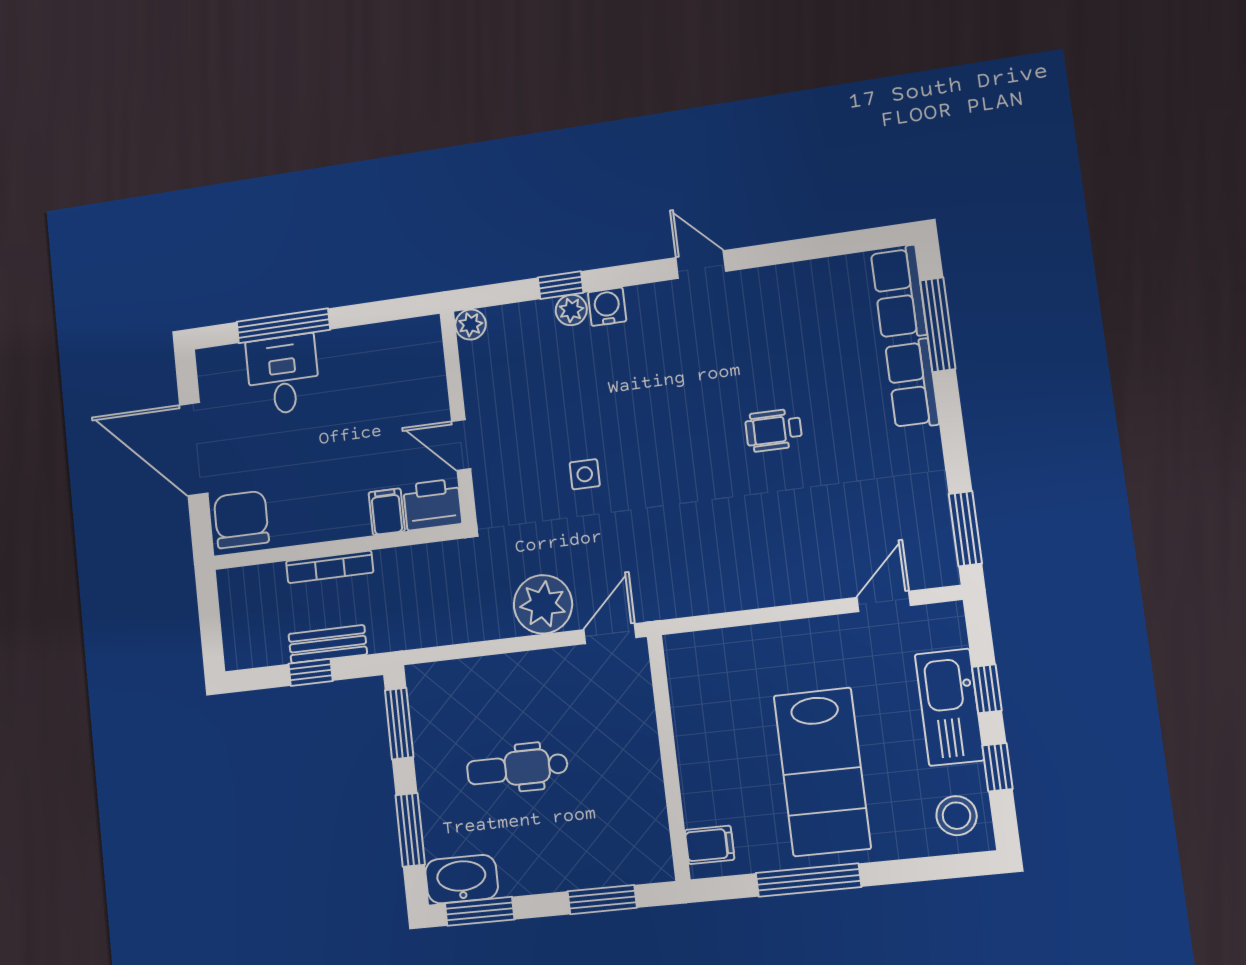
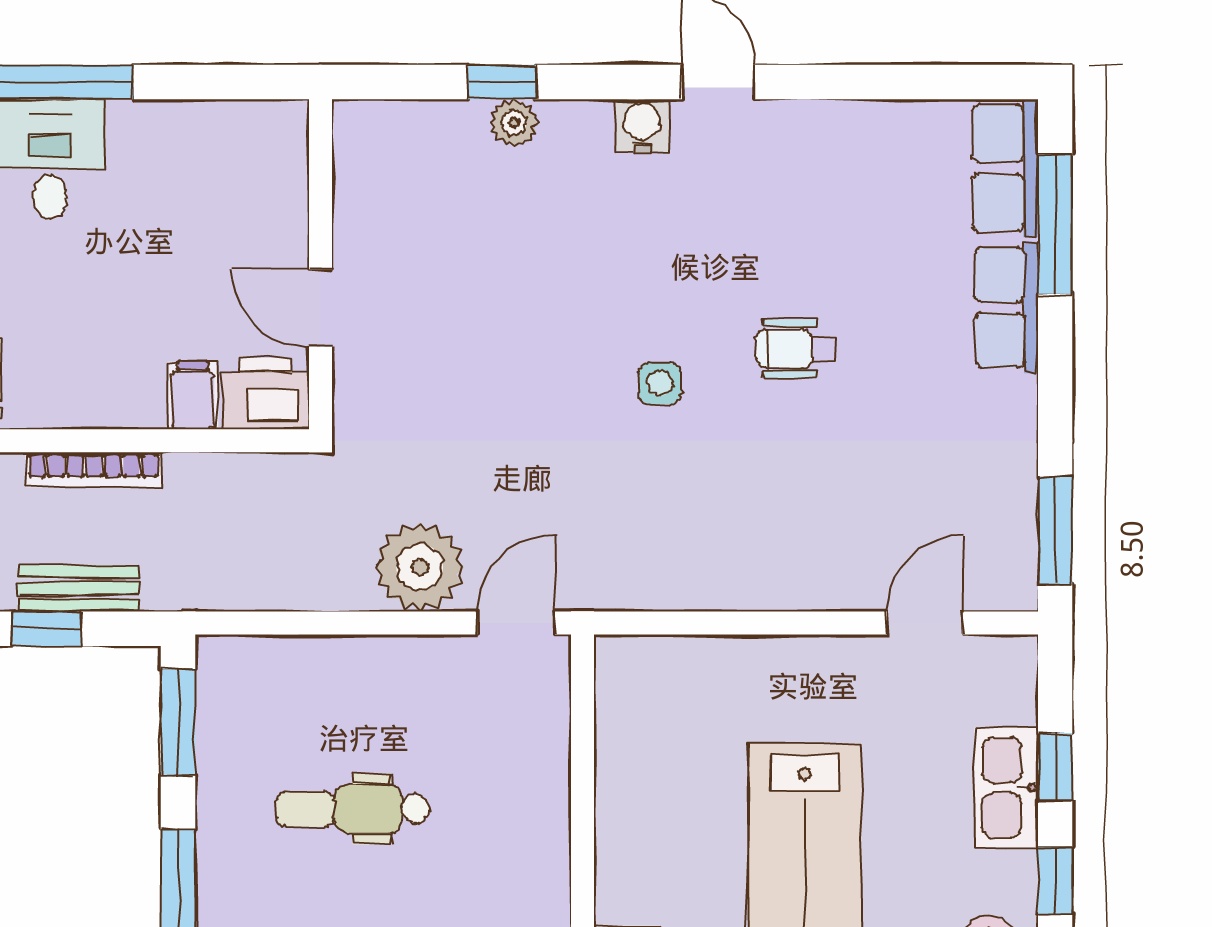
water cooler: (607, 307) -> (642, 126), moved
plant: (471, 325) -> (356, 123), removed
side table: (585, 474) -> (660, 383), moved
kitchen sink: (949, 707) -> (1006, 788), width x0.73, depth x0.81

